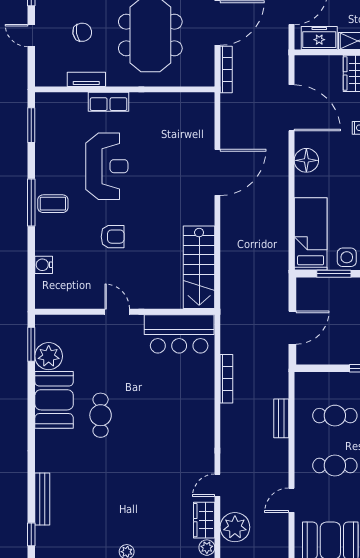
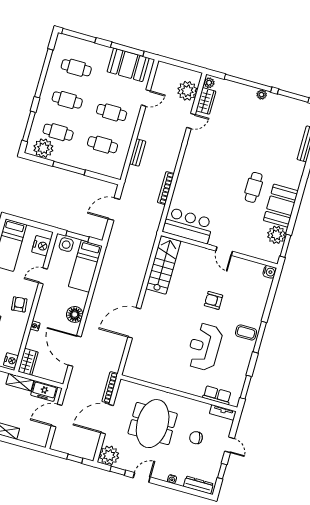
tv unit: (86, 79) -> (223, 412), moved
row of seats: (109, 102) -> (217, 395), moved
water cooler: (44, 265) -> (269, 272), moved

